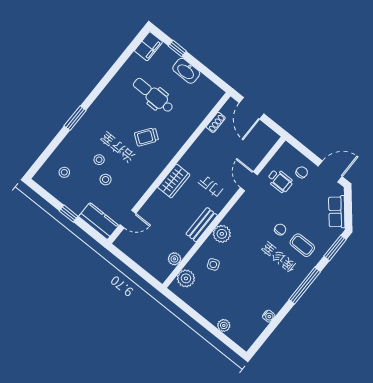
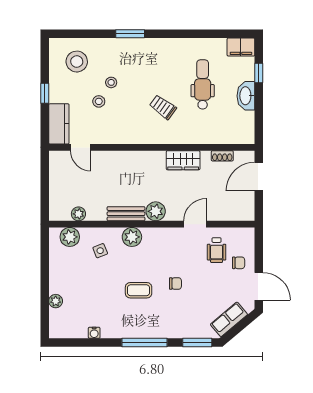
stool: (64, 172) -> (77, 62), width x1.89, depth x1.89
wardrobe: (174, 181) -> (183, 160), moved
plant: (217, 202) -> (156, 211), added
coffee table: (302, 245) -> (139, 290), moved, turned 90

